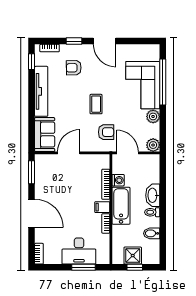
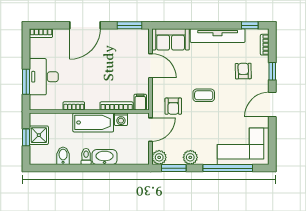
corner sofa: (143, 85) -> (243, 146), moved
window: (163, 132) -> (174, 168), added
filing cabinet: (102, 207) -> (140, 102), moved

